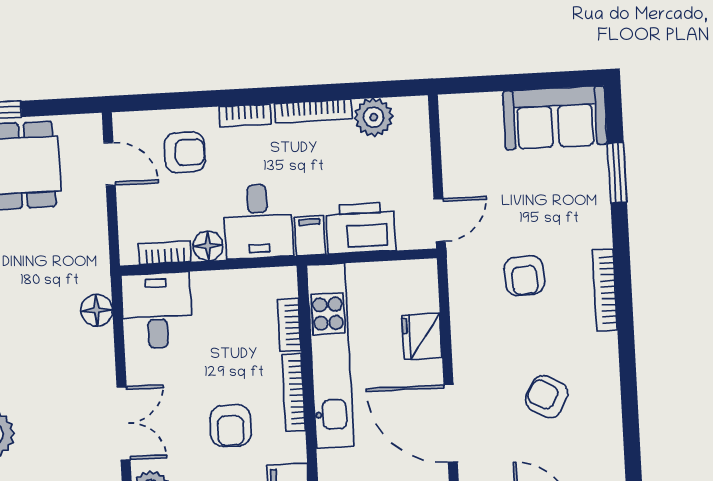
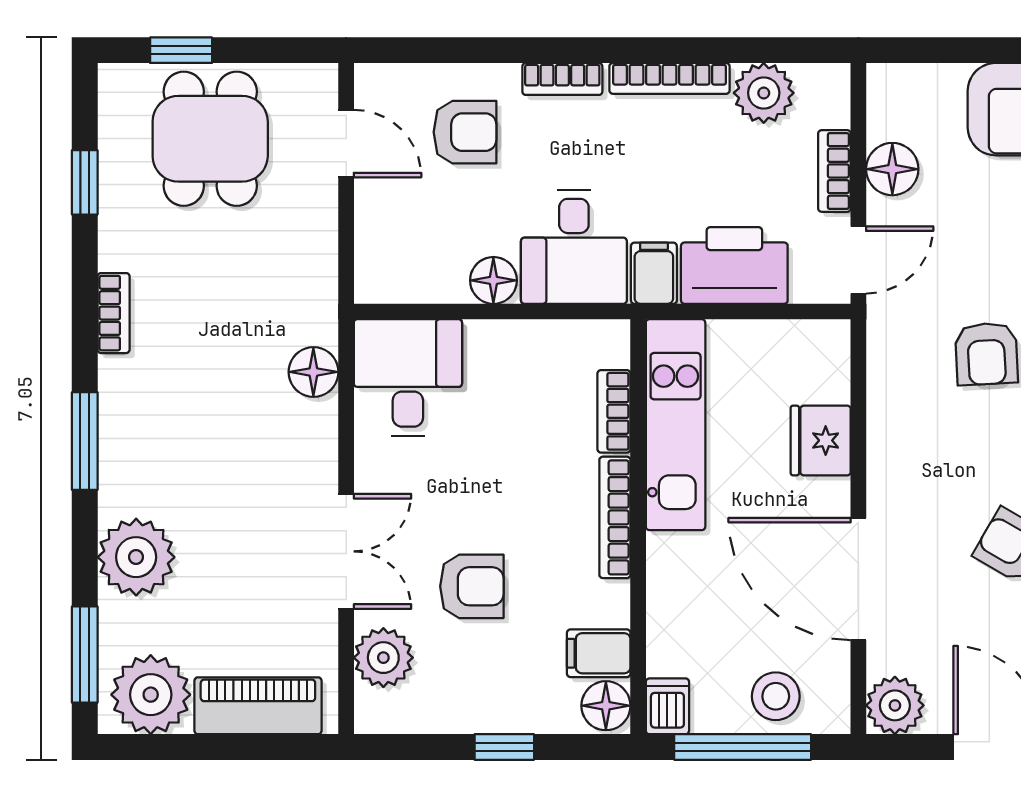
floor lamp: (458, 161) -> (892, 169), added
bookcase: (165, 253) -> (834, 171), moved, turned -90
kitchen unit: (330, 356) -> (676, 425), width x0.73
armchair: (231, 426) -> (472, 586), moved, turned -90

